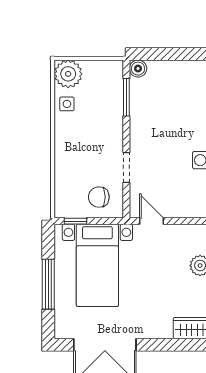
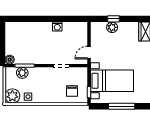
plant: (113, 93) -> (22, 73), added
chair: (99, 197) -> (72, 91), moved

